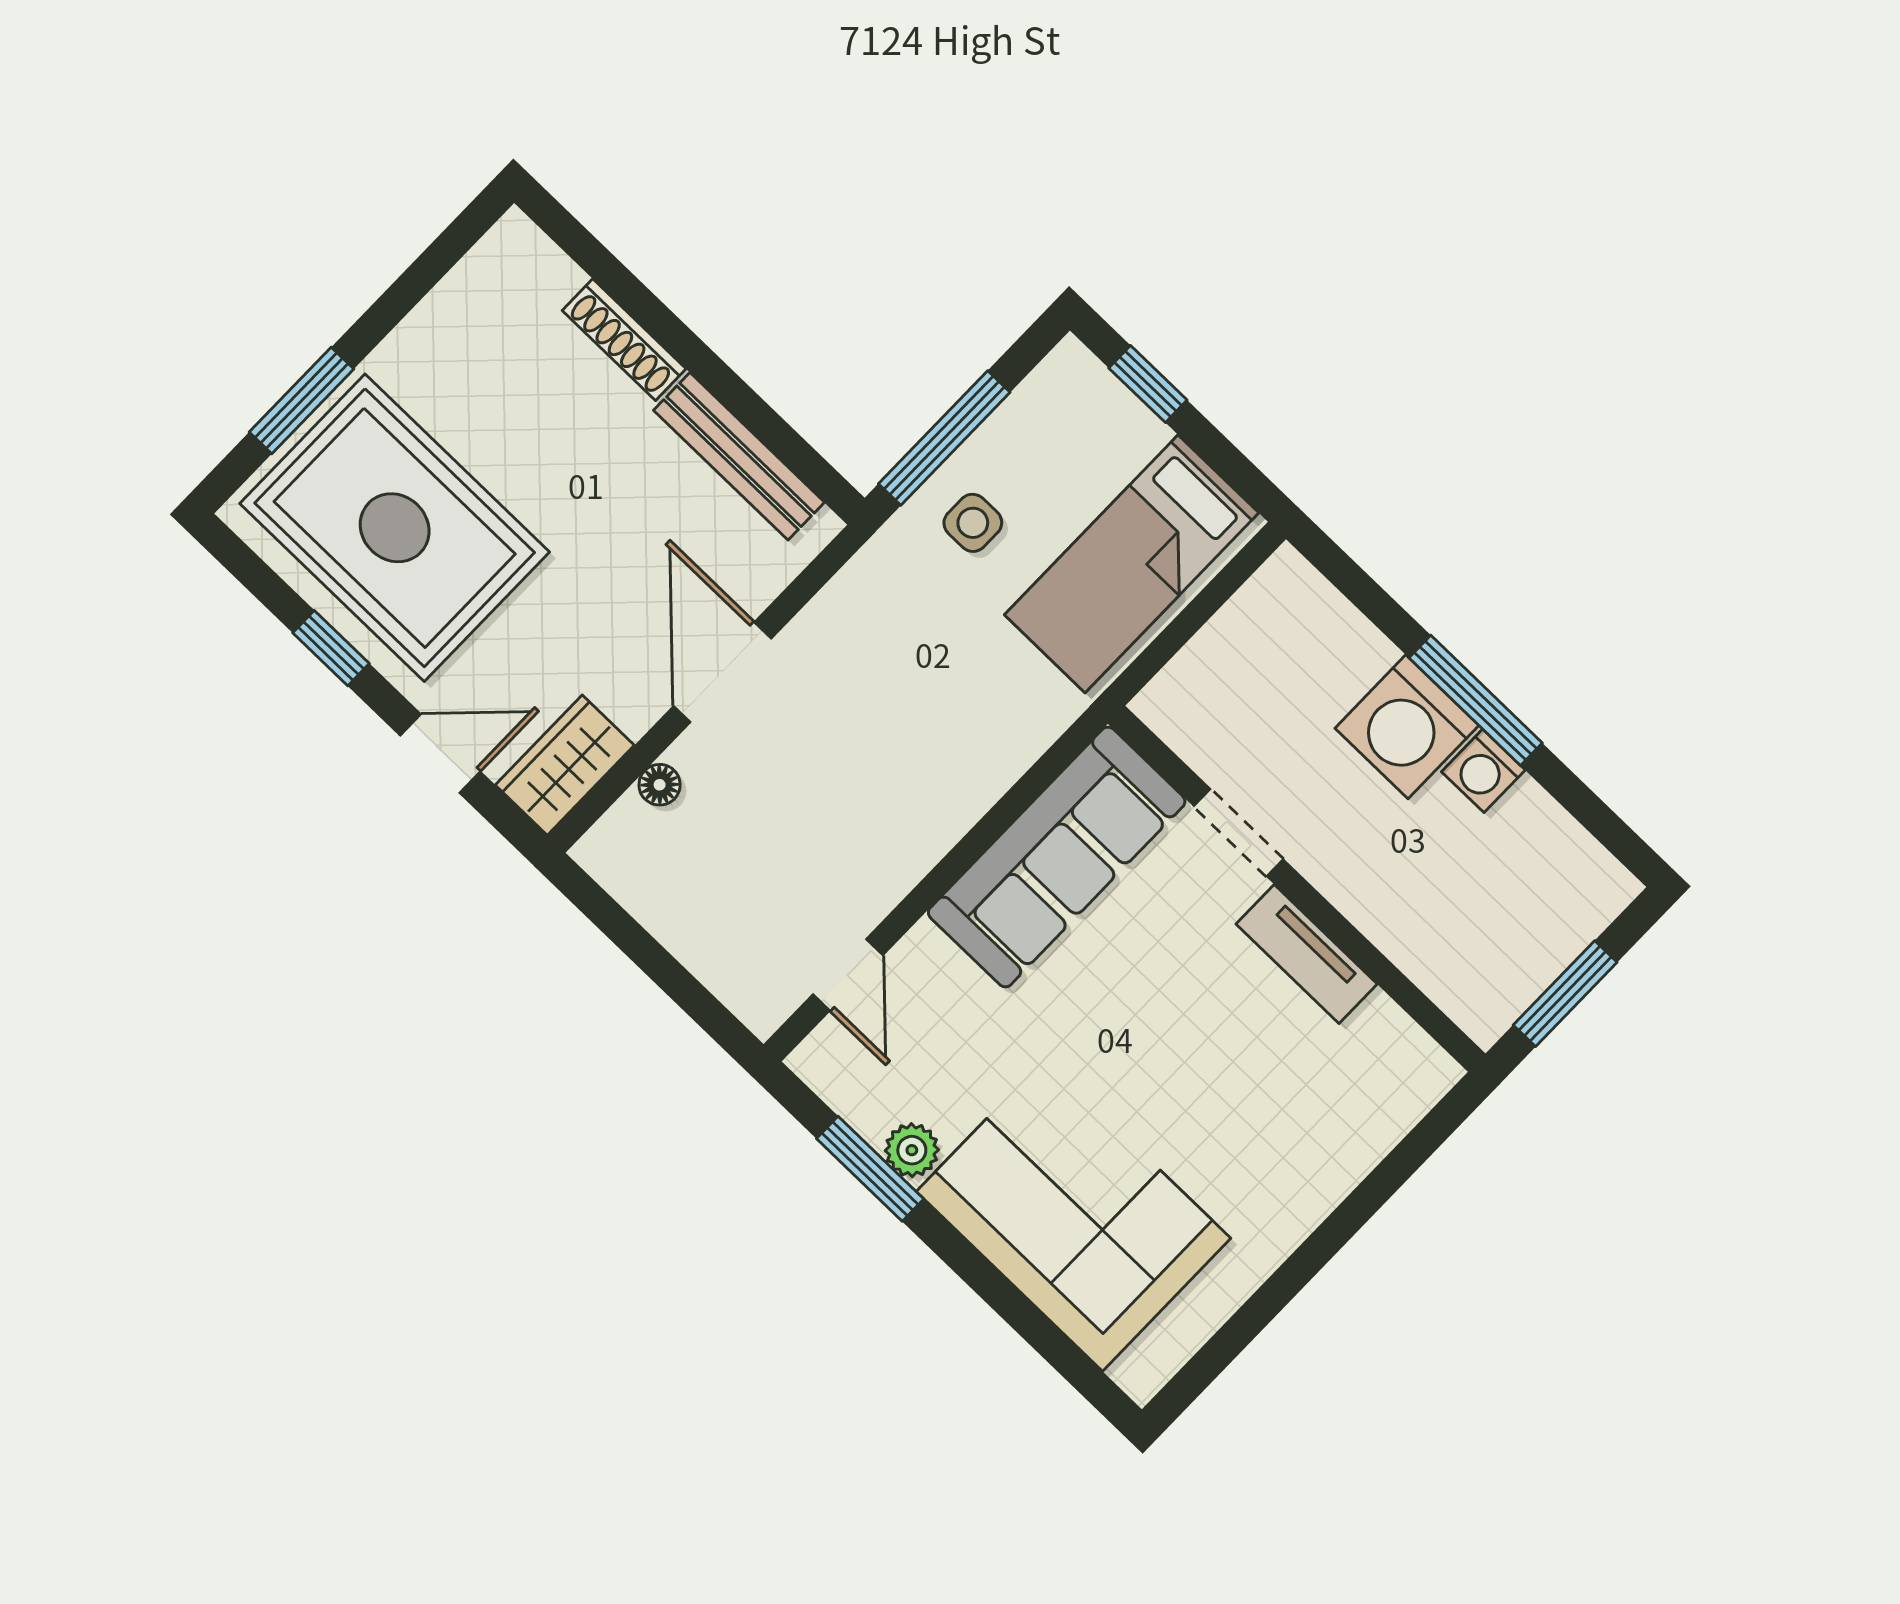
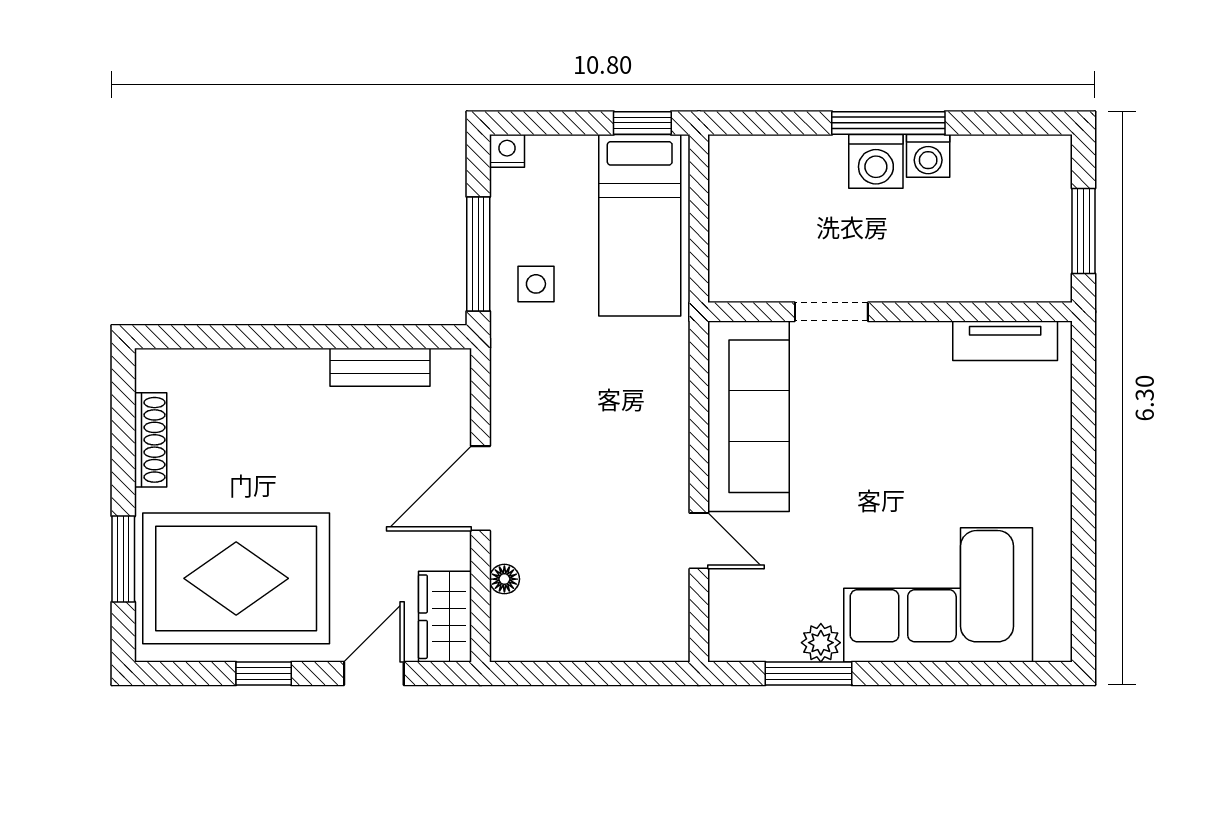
shoe rack: (624, 340) -> (151, 440), moved, turned -90
nightstand: (1071, 363) -> (507, 151), added
window: (1148, 384) -> (642, 123), moved
bench: (739, 456) -> (380, 367), width x0.73
door: (722, 672) -> (480, 488), hinge flipped
washing machine: (1407, 727) -> (876, 161), width x0.73, depth x0.73
tv unit: (1307, 954) -> (1005, 341), moved
door: (848, 975) -> (699, 541), moved

